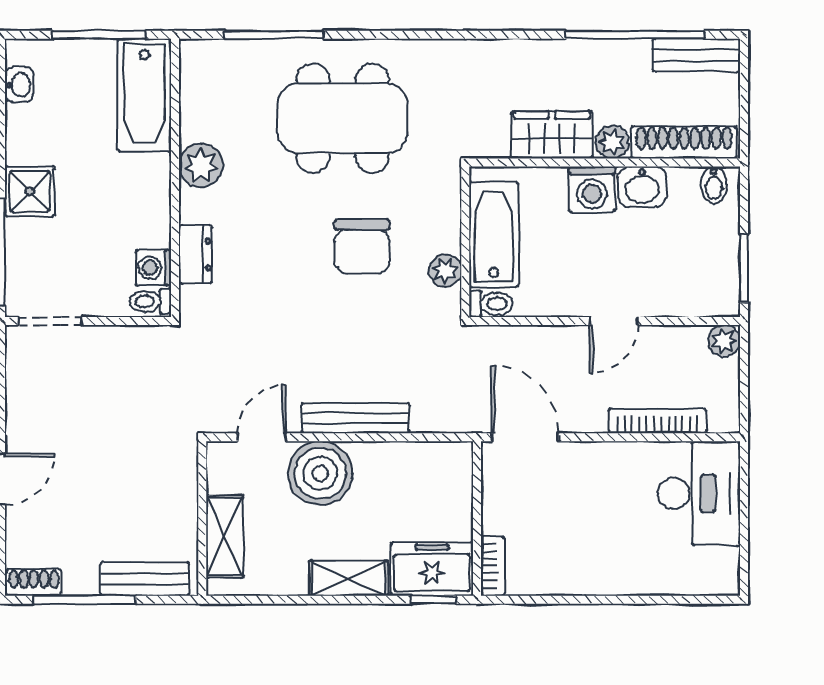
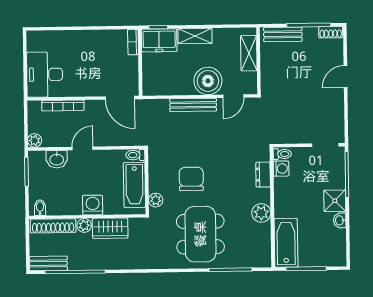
washbasin: (19, 85) -> (340, 220), moved
dining table: (343, 118) -> (200, 234), turned 90
washbasin: (642, 187) -> (57, 159), moved, turned 180
plant: (445, 271) -> (156, 200), moved

